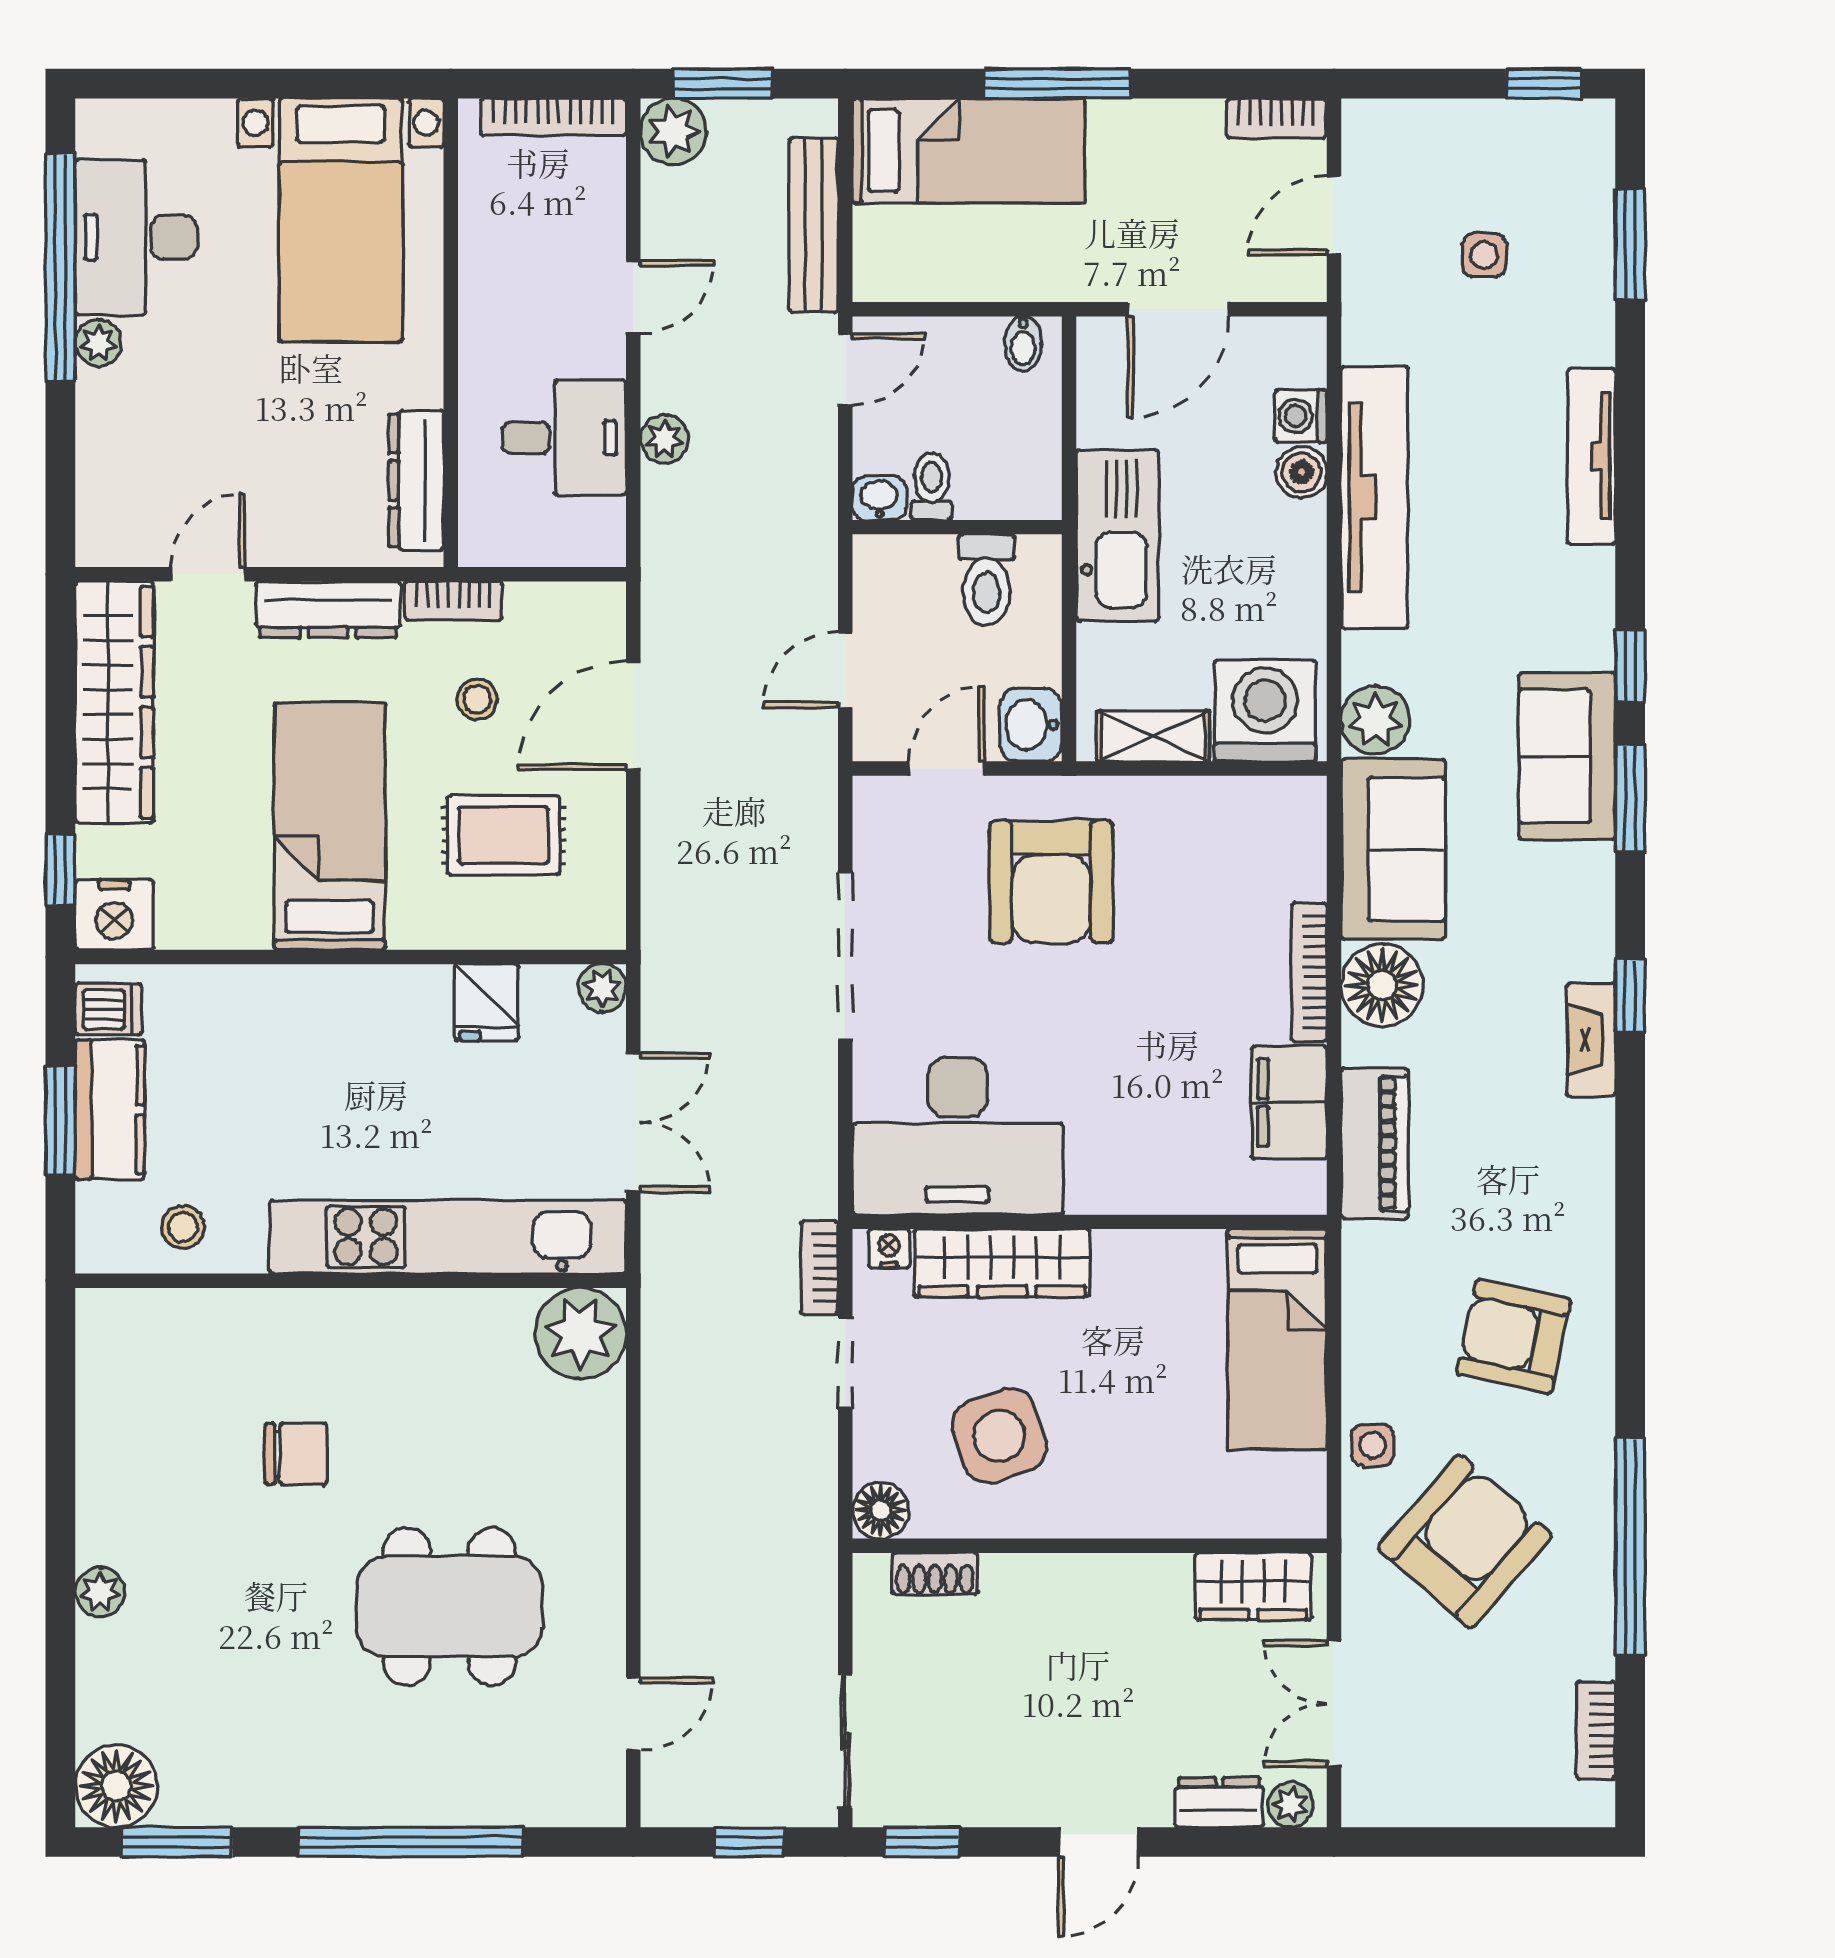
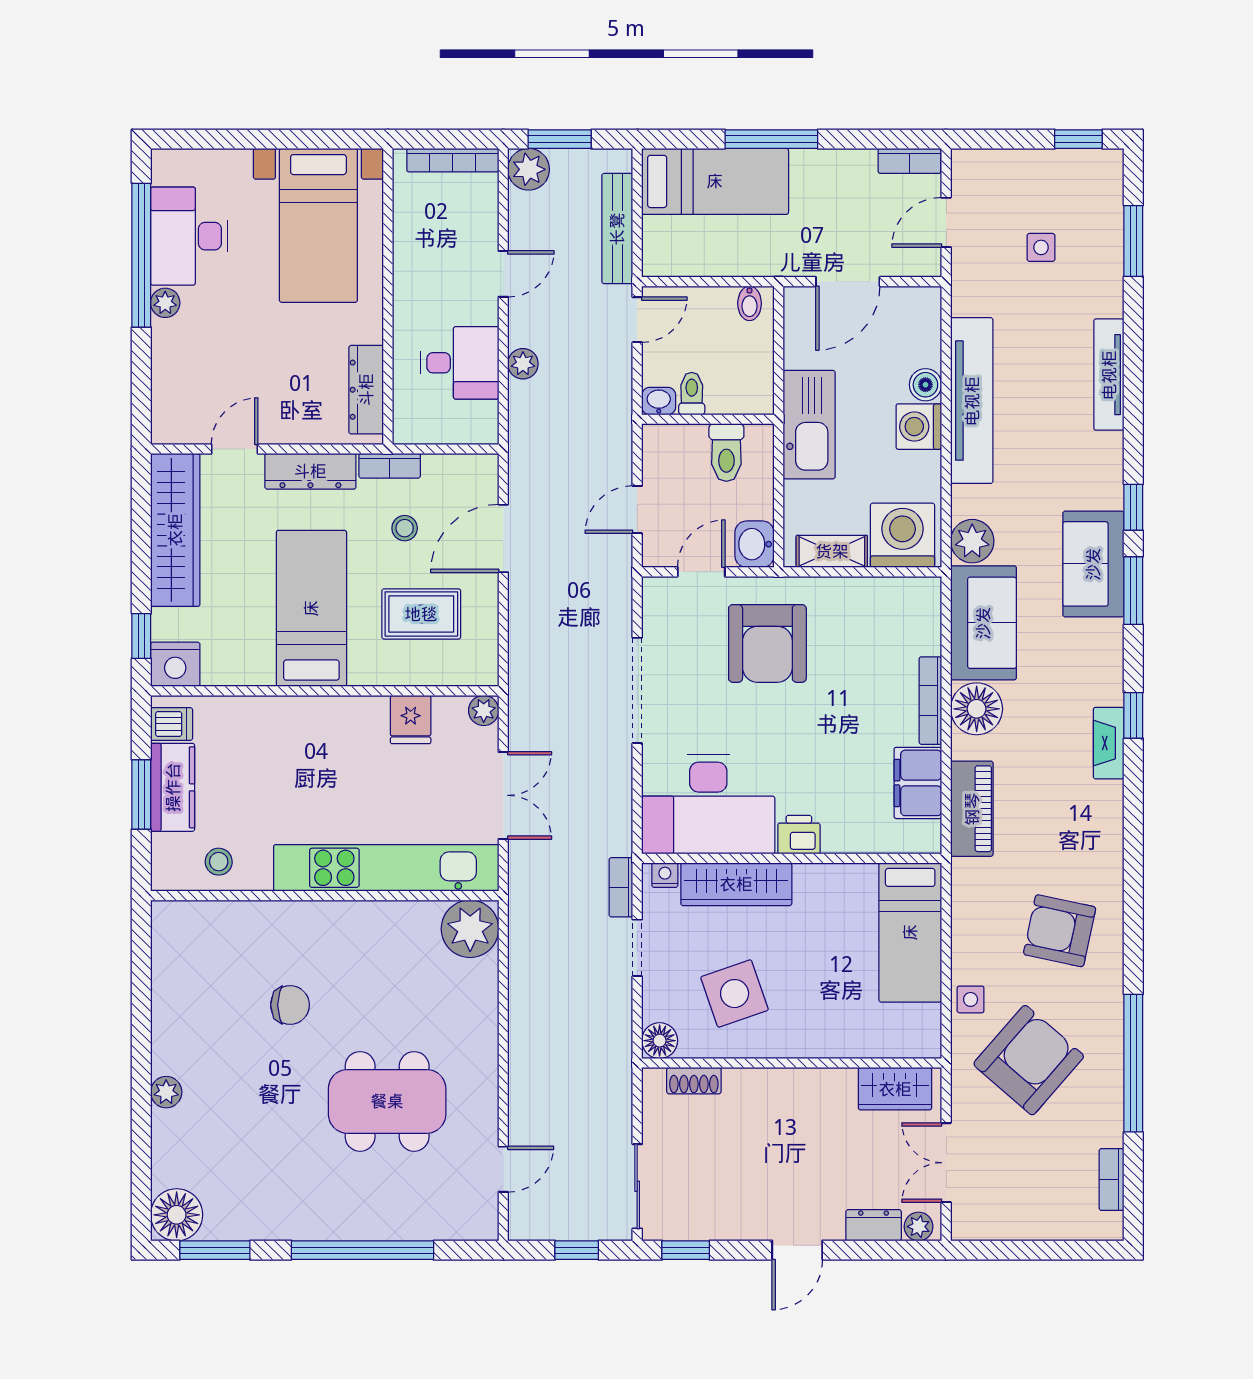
washing machine: (1301, 416) -> (919, 427), moved, width x1.38, depth x1.38
printer: (1101, 1184) -> (799, 835), added

